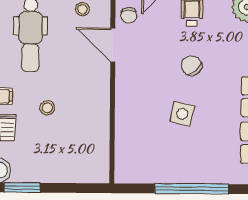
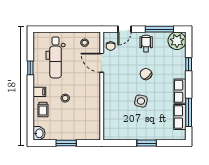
window: (22, 188) -> (66, 143), moved
window: (192, 189) -> (147, 143), width x0.47

